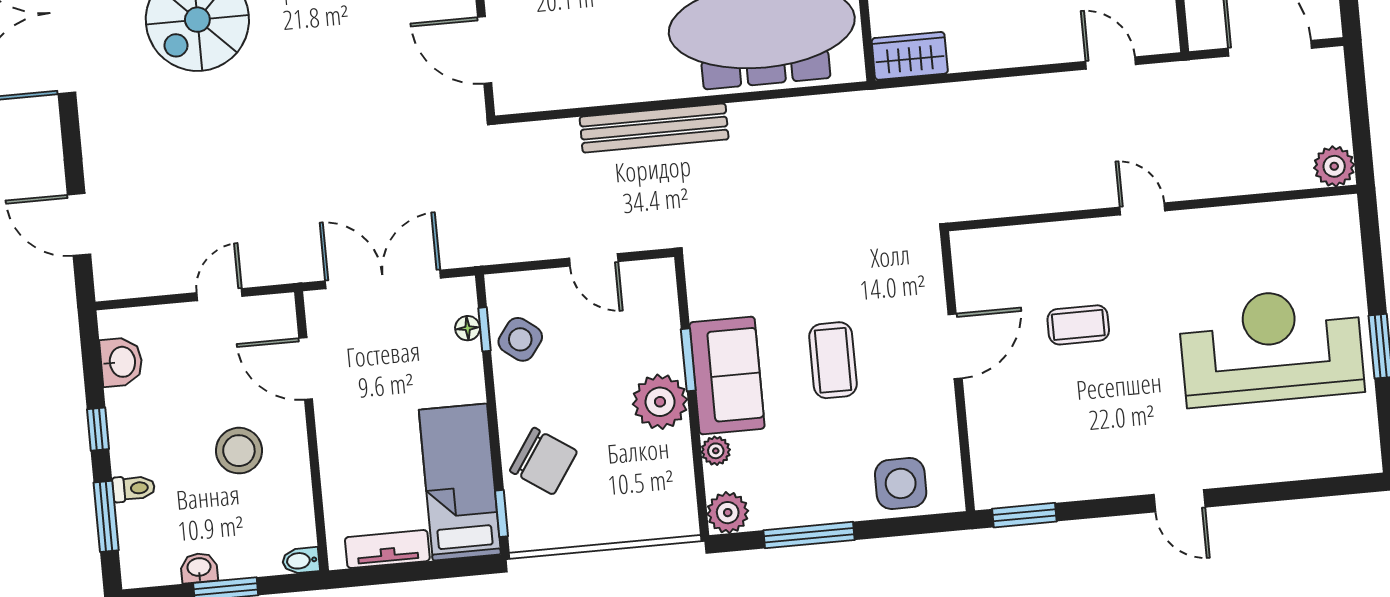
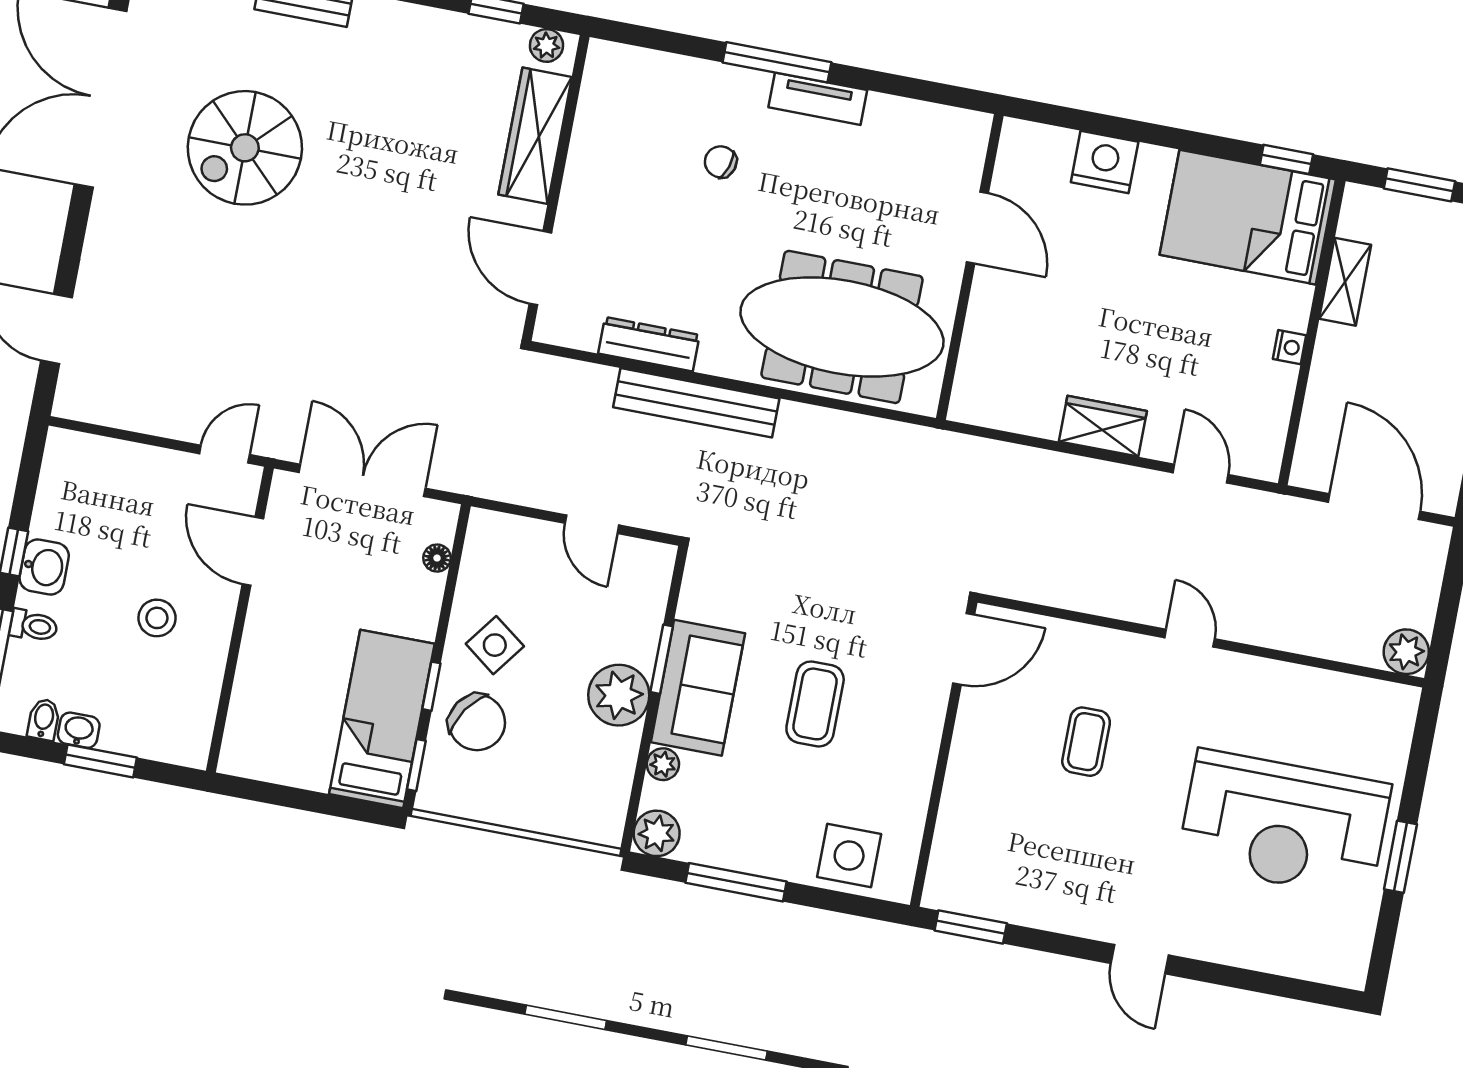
wardrobe: (910, 56) -> (1103, 426), moved
dresser: (598, 89) -> (649, 344), added
door: (220, 295) -> (225, 454), moved
coffee table: (1078, 325) -> (1086, 742), turned 90
window: (484, 329) -> (431, 686), moved
side table: (520, 339) -> (495, 645), moved
door: (955, 346) -> (964, 649), moved
reception desk: (1271, 347) -> (1284, 824), turned 180
washbasin: (121, 362) -> (44, 567), moved
stool: (239, 451) -> (157, 618), width x0.73, depth x0.73
tv unit: (387, 549) -> (284, 768), removed
bidet: (301, 561) -> (44, 719), moved, turned 90

